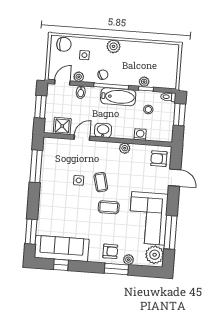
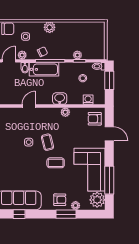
bathtub: (118, 97) -> (44, 69), moved
shower: (62, 126) -> (11, 97), removed
washbasin: (103, 130) -> (60, 99), moved
washing machine: (140, 135) -> (88, 100), moved

